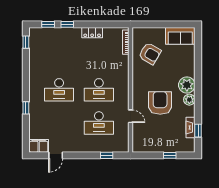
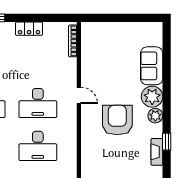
sofa: (180, 36) -> (152, 66), moved, turned 90
armchair: (150, 54) -> (104, 56), removed
door: (131, 116) -> (79, 95), moved
window: (198, 131) -> (167, 142), moved

